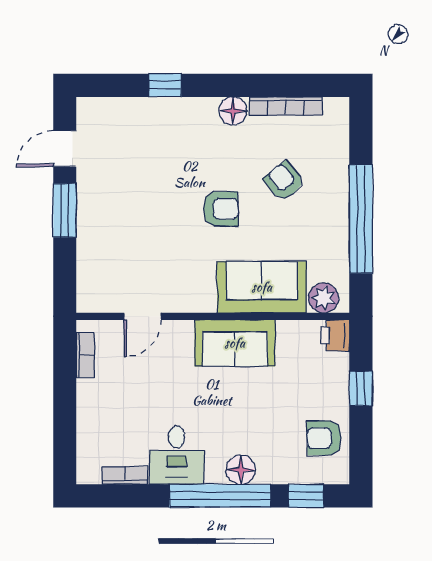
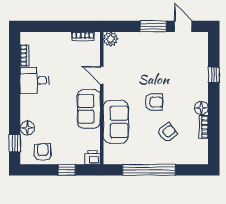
bookcase: (286, 106) -> (204, 127), width x0.64
armchair: (221, 209) -> (154, 102), turned -90
plant: (324, 298) -> (111, 39), moved
door: (143, 316) -> (102, 75), moved
floor lamp: (241, 470) -> (27, 128), moved
window: (220, 496) -> (15, 102), removed

